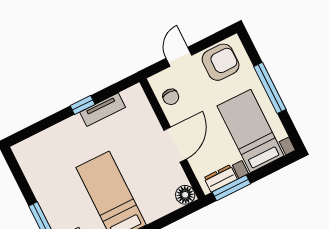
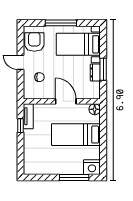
wall: (172, 139) -> (62, 101), moved
door: (175, 145) -> (66, 101), moved
floor lamp: (185, 195) -> (95, 109), moved

